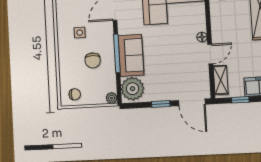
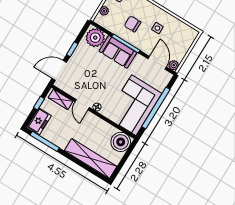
plant: (112, 98) -> (104, 11), moved

